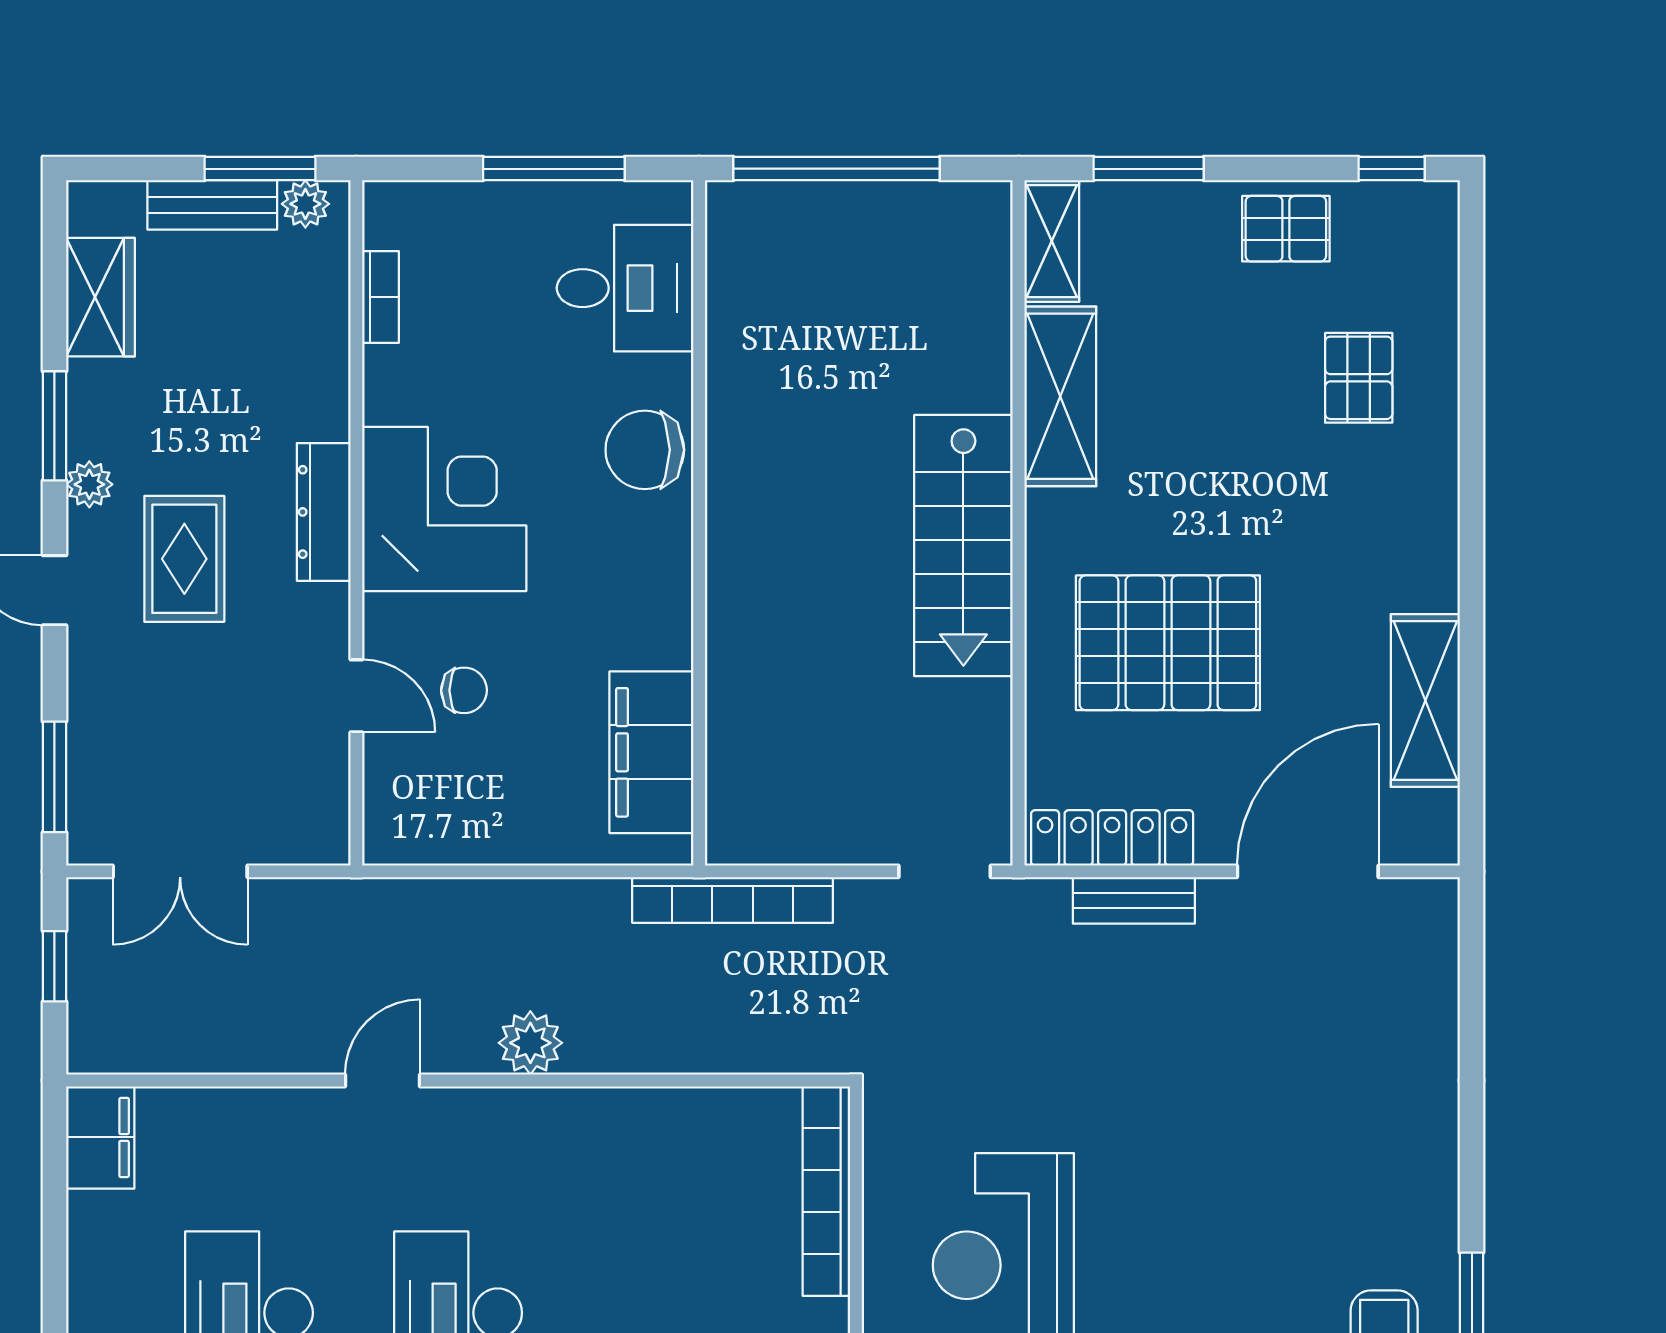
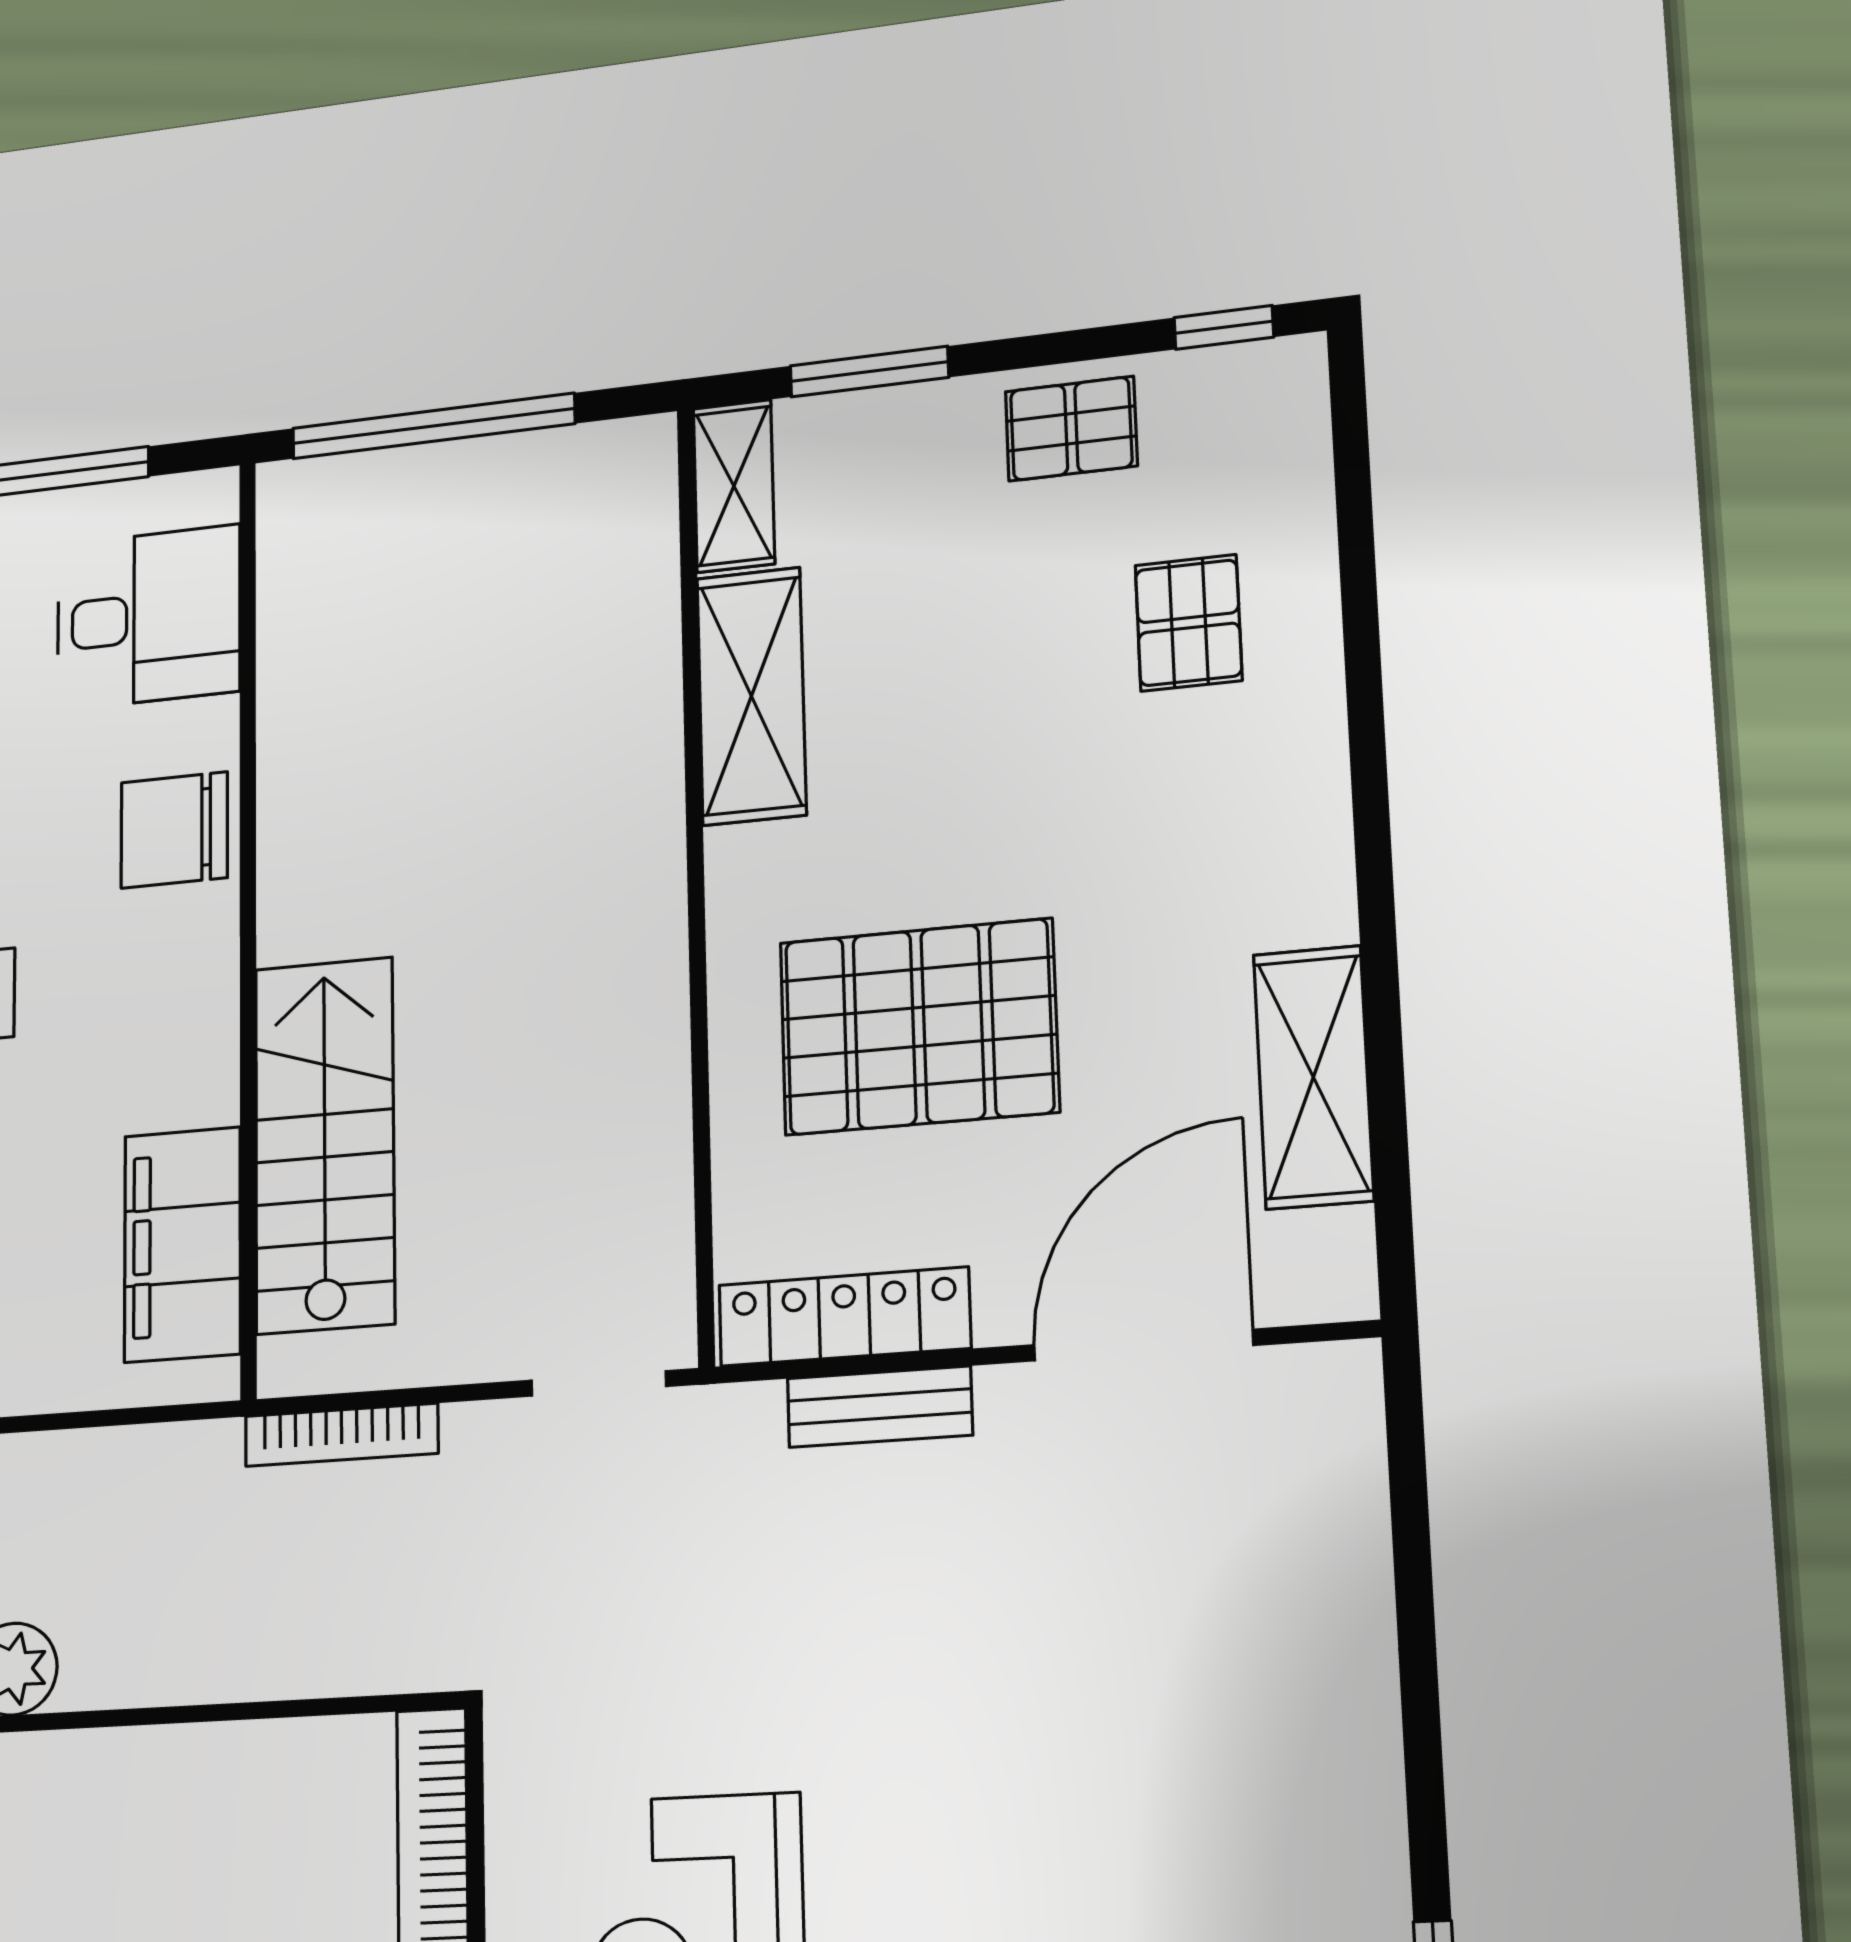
stairs: (963, 546) -> (325, 1145), moved, turned 180
bookcase: (733, 900) -> (341, 1435), width x0.68, depth x0.76

